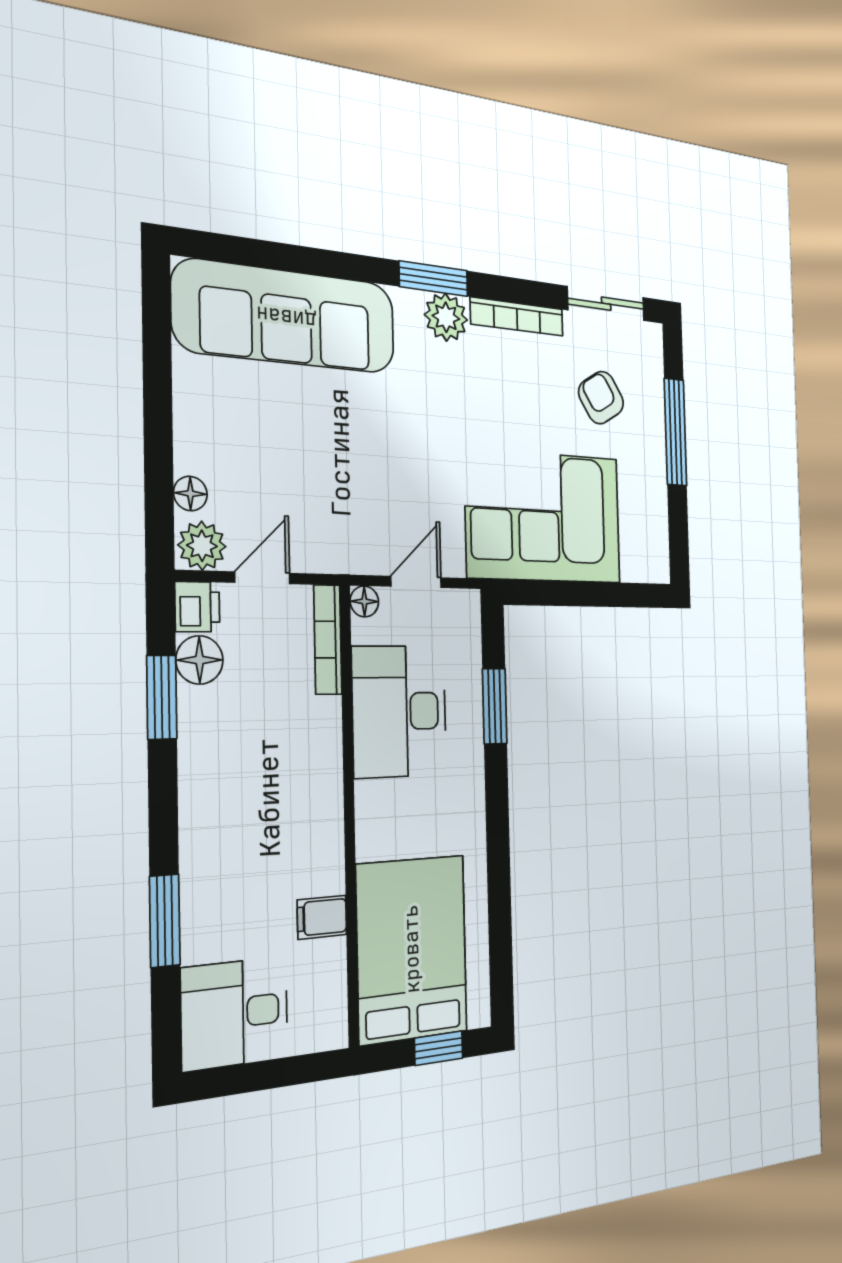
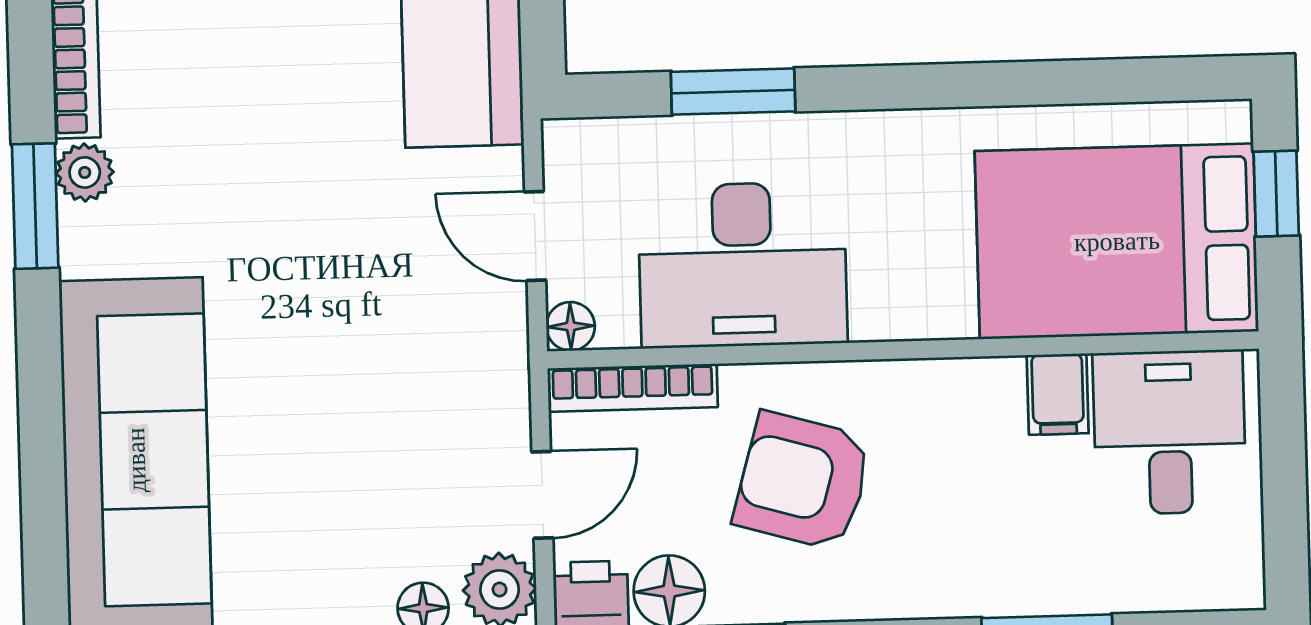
plant: (446, 317) -> (85, 172), width x0.73, depth x0.73
door: (262, 578) -> (542, 495), swing flipped
armchair: (269, 750) -> (803, 481), added
desk: (235, 1013) -> (1170, 432), moved, turned 180

